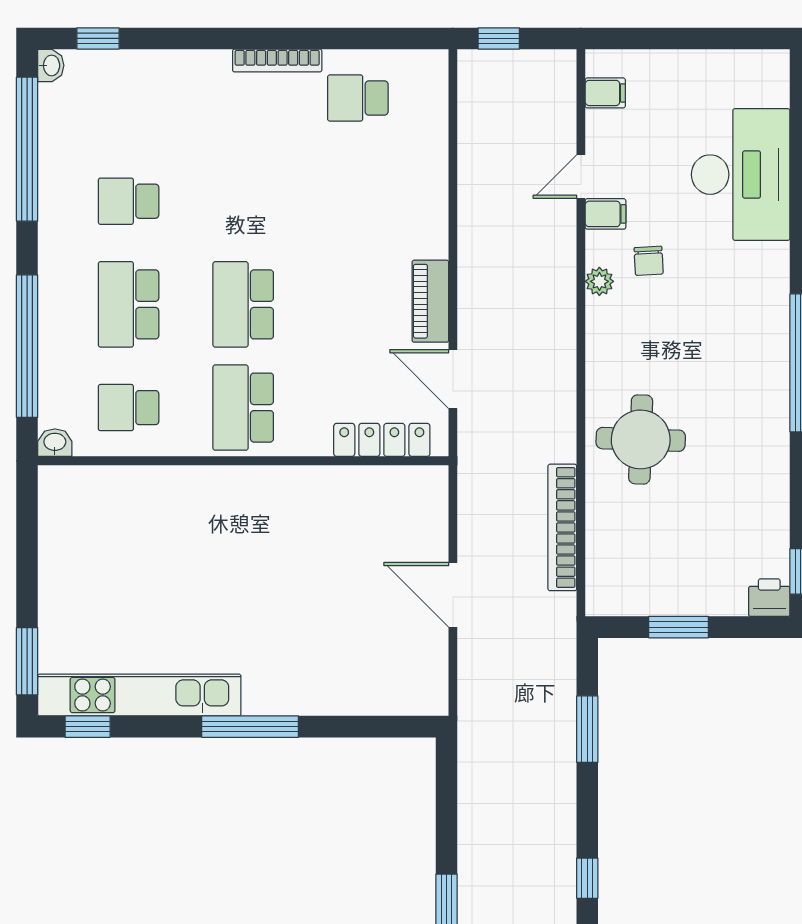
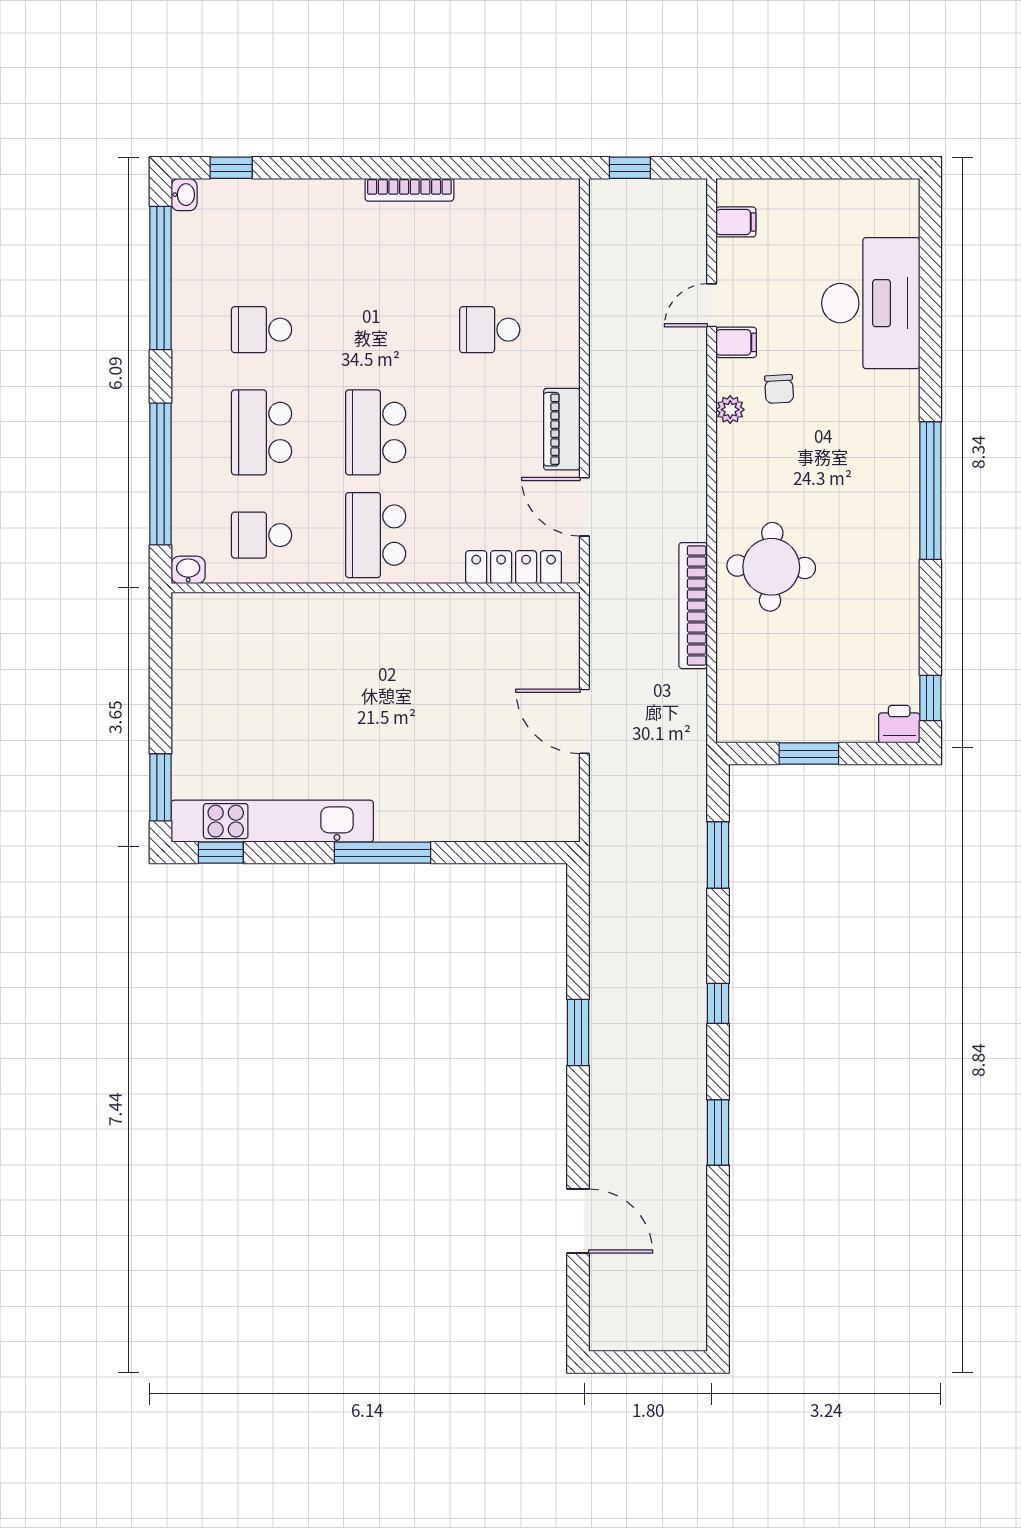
school desk: (358, 98) -> (490, 330), moved
bookcase: (562, 527) -> (693, 606), moved

